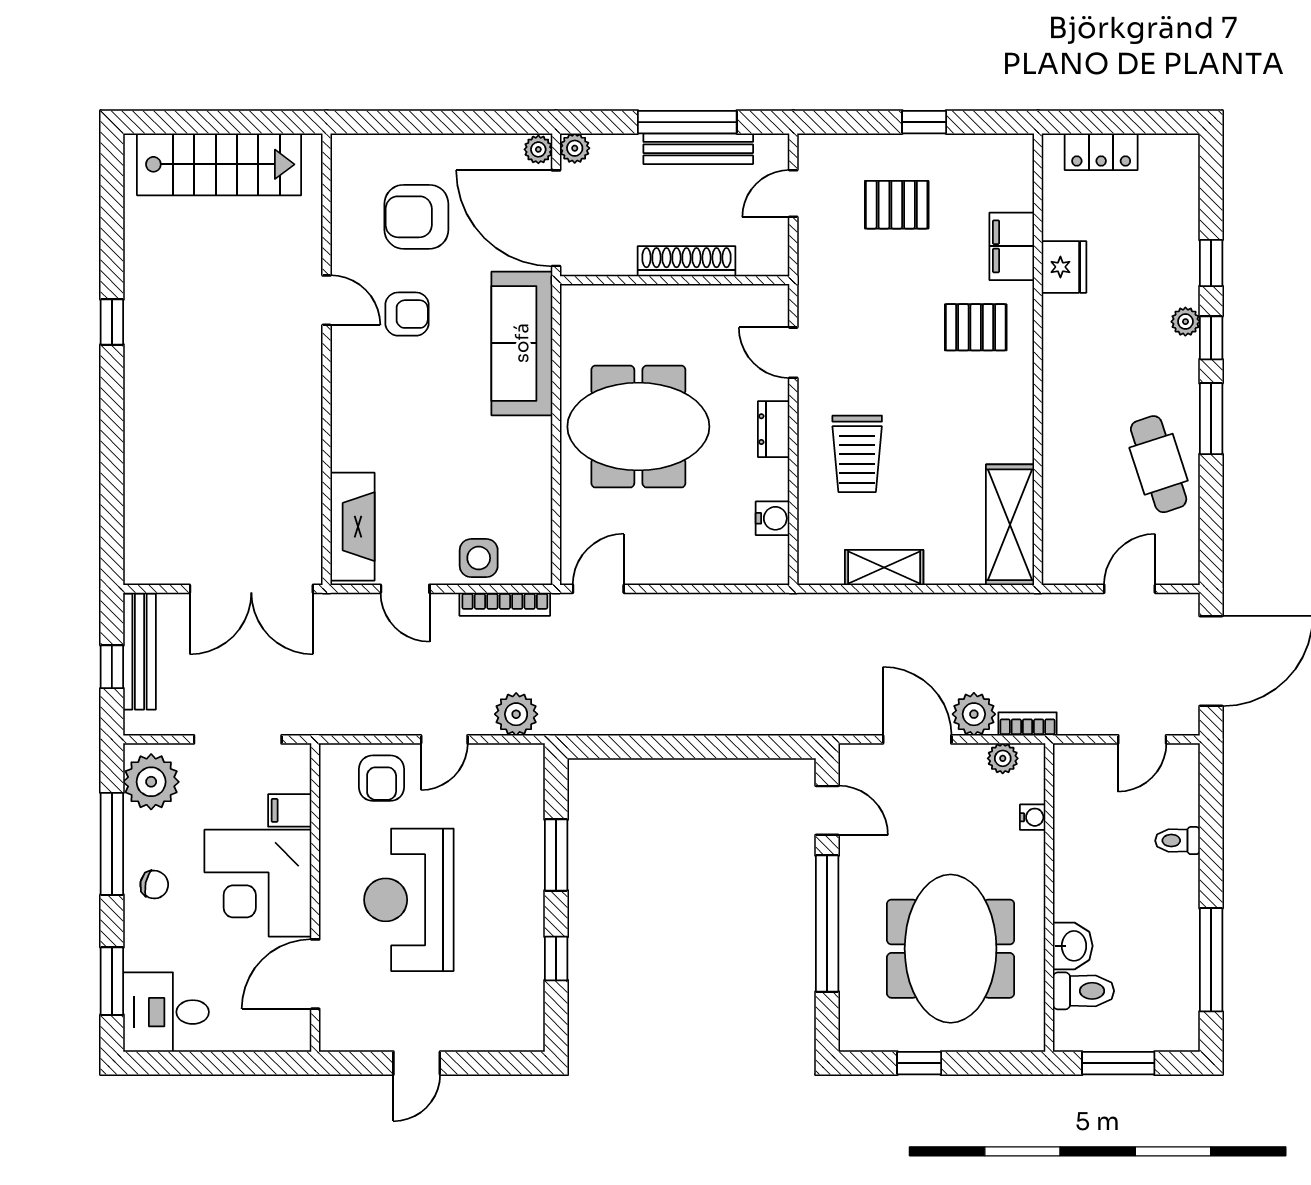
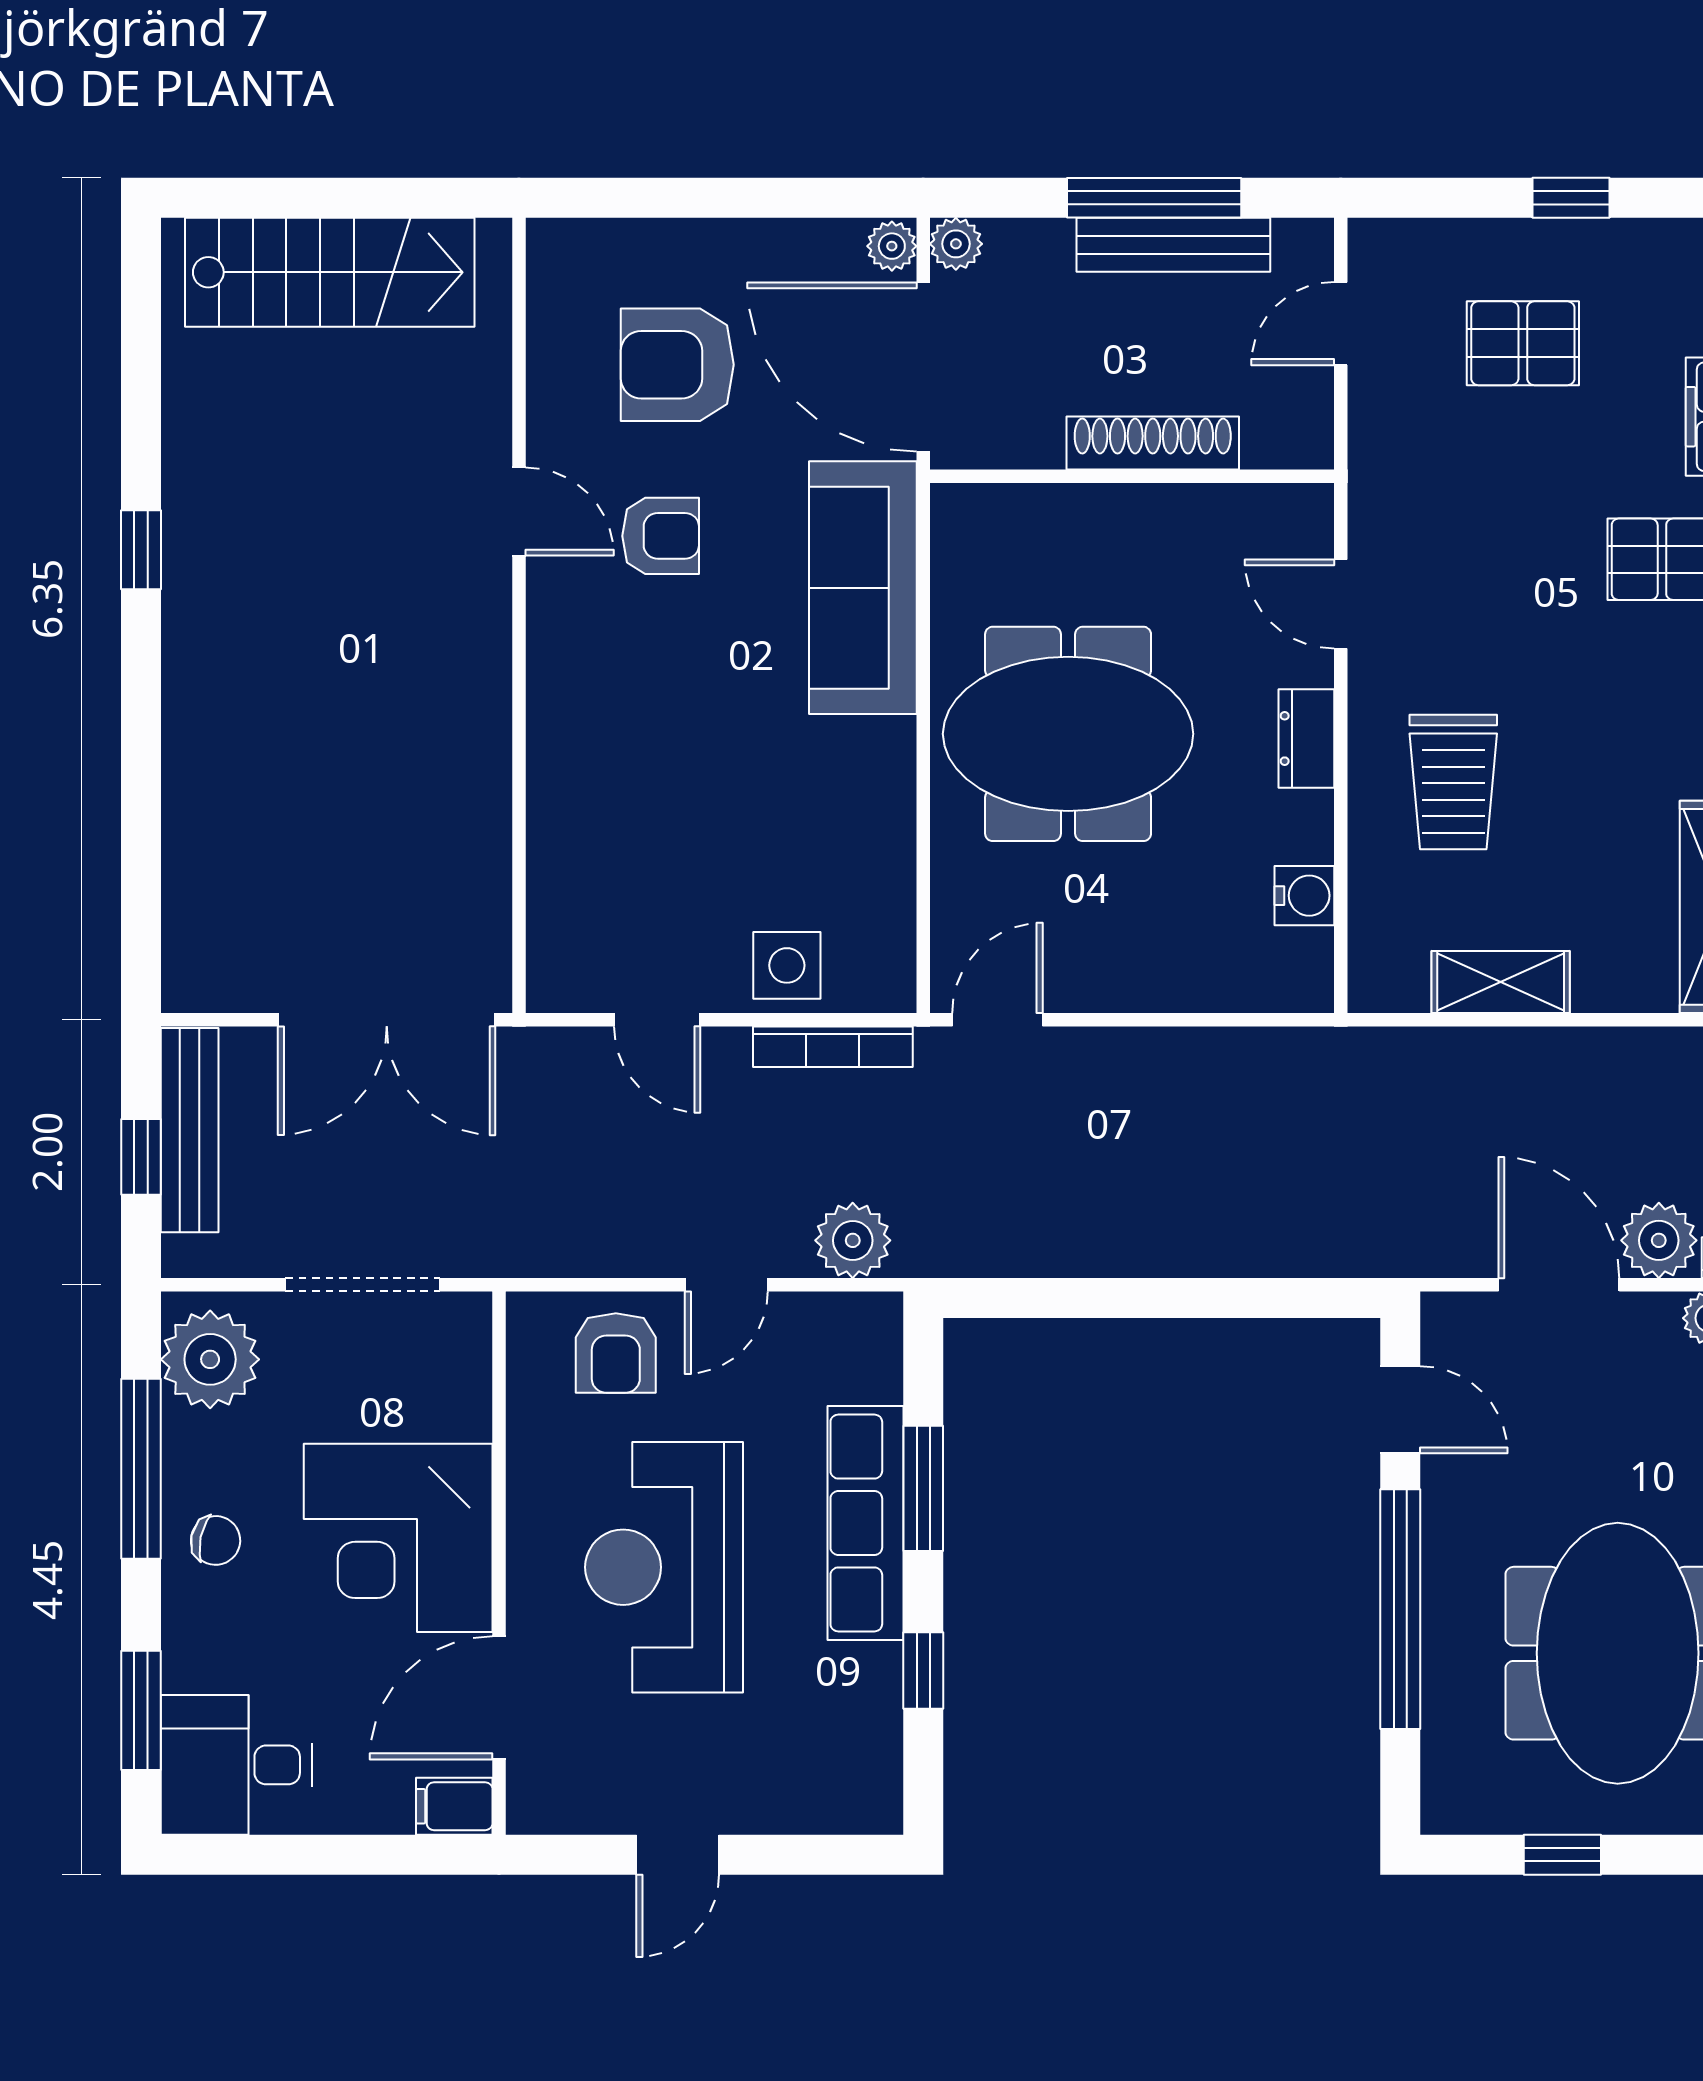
fireplace: (352, 527) -> (565, 910), removed
filing cabinet: (290, 810) -> (454, 1806), moved
row of seats: (523, 875) -> (865, 1523), added

